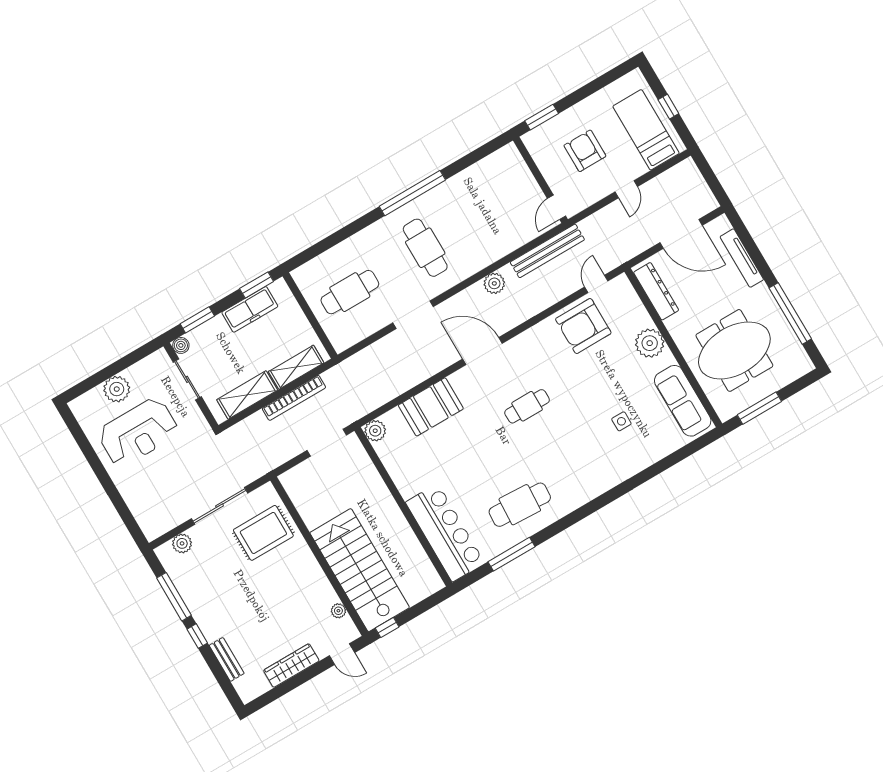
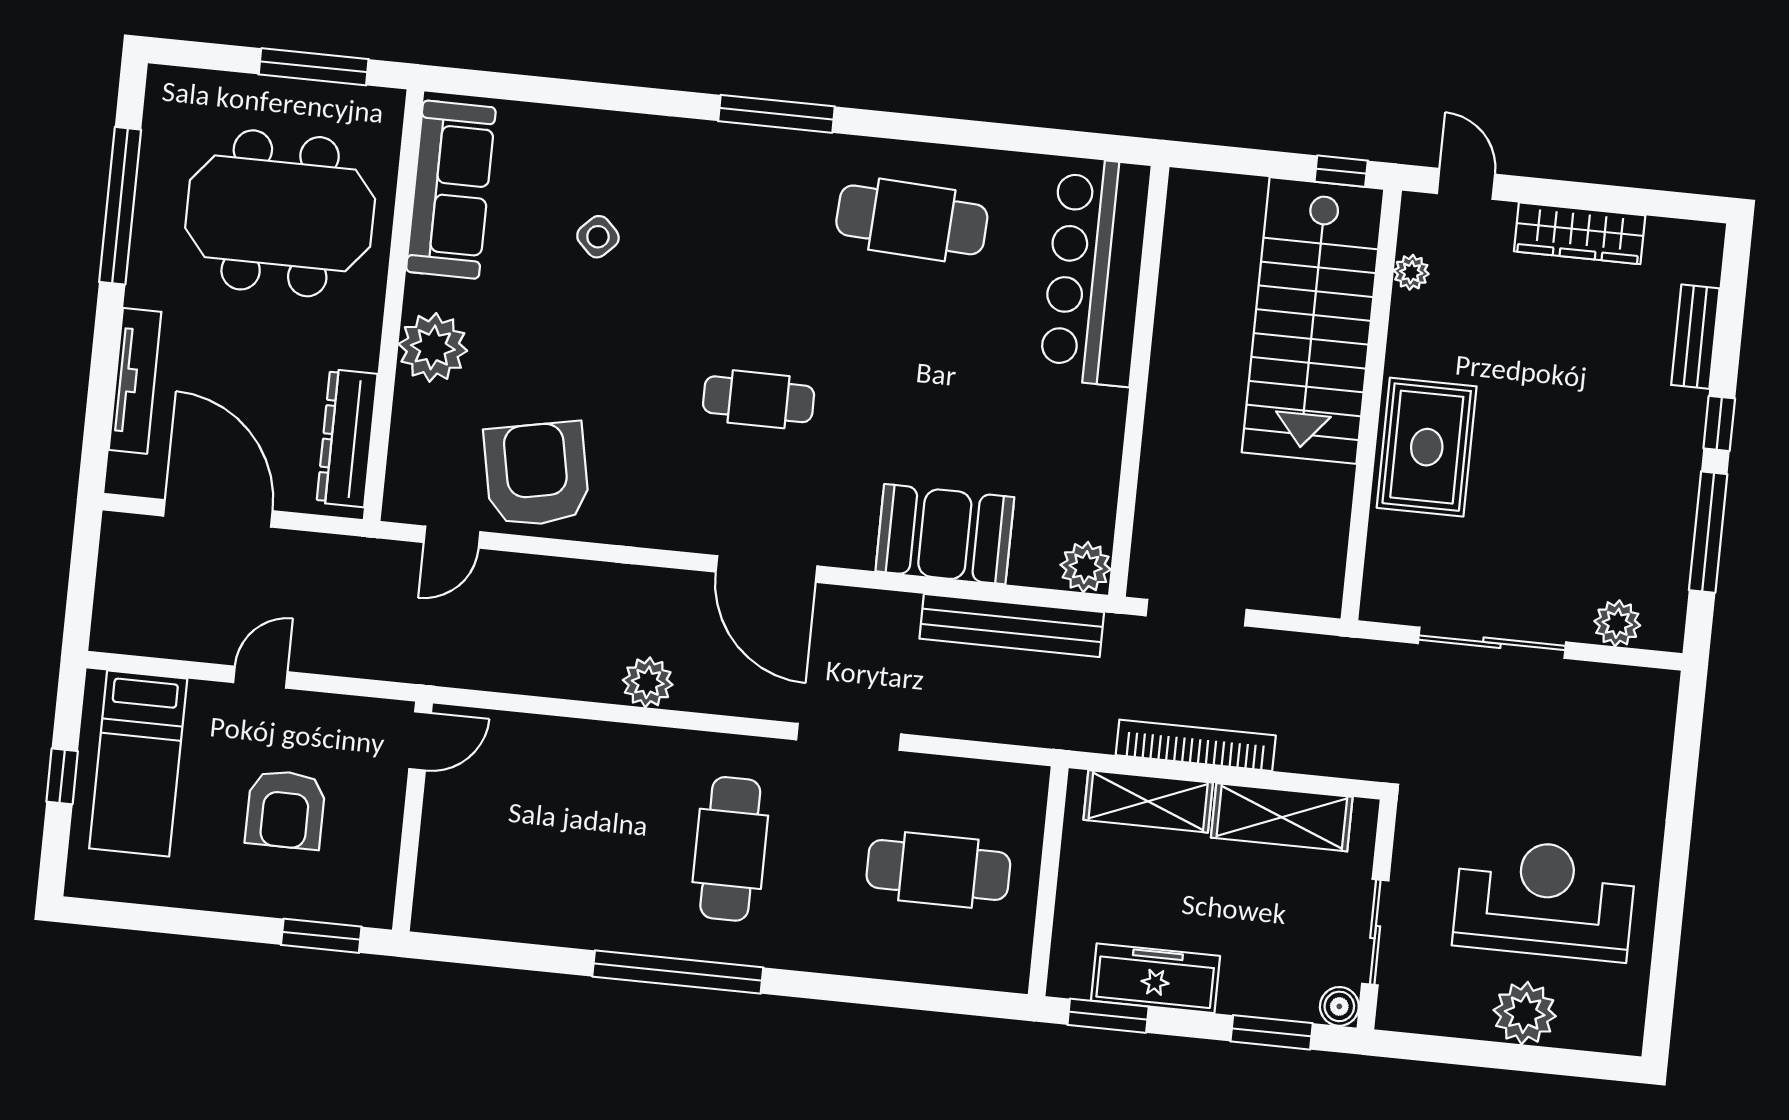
bench: (547, 251) -> (1012, 625), moved
armchair: (583, 326) -> (537, 474), turned -101
side table: (621, 421) -> (598, 237), turned 45
rug: (263, 533) -> (1427, 447), moved, turned 90
window: (511, 554) -> (776, 114), moved

